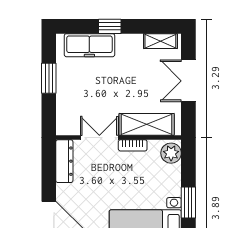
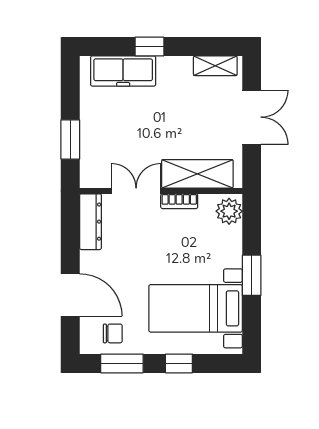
window: (49, 78) -> (70, 139), moved
double door: (188, 81) -> (252, 117), swing flipped

